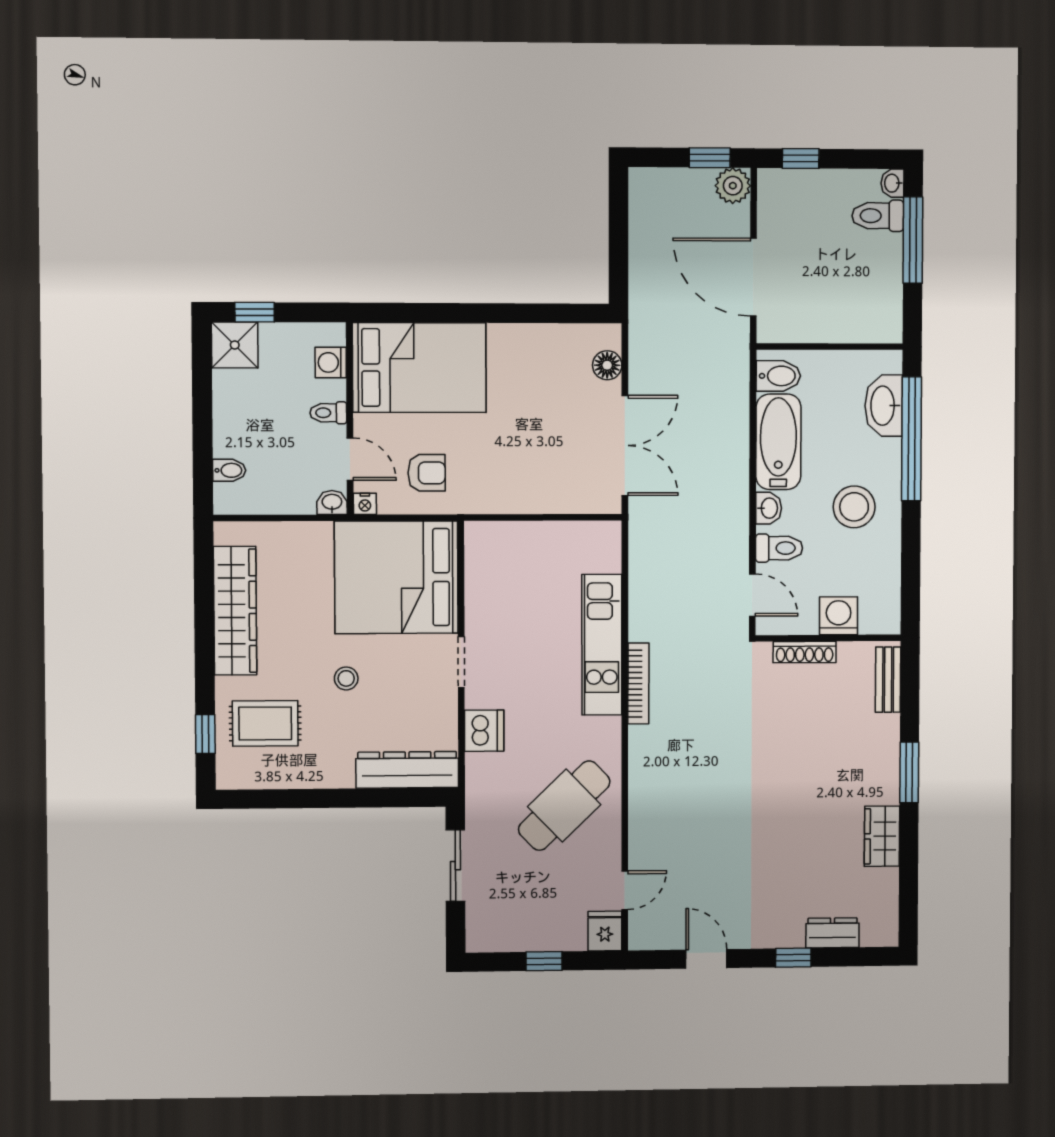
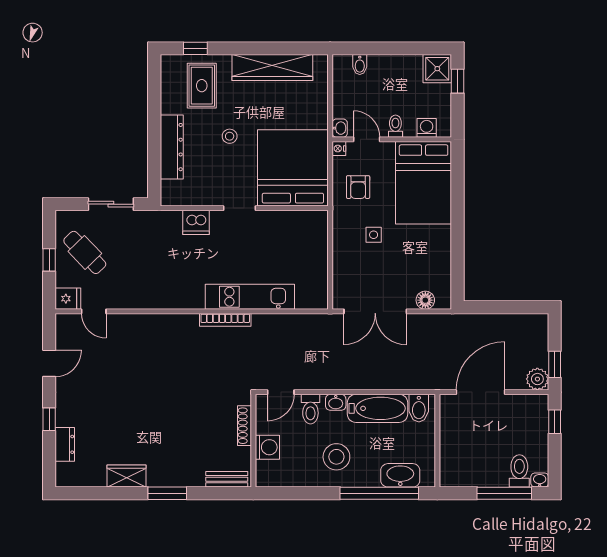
side table: (503, 448) -> (374, 235), added
door: (350, 459) -> (367, 139), swing flipped
dresser: (407, 770) -> (172, 147), moved
cafe table: (564, 806) -> (85, 252), moved, width x0.73, depth x0.74

